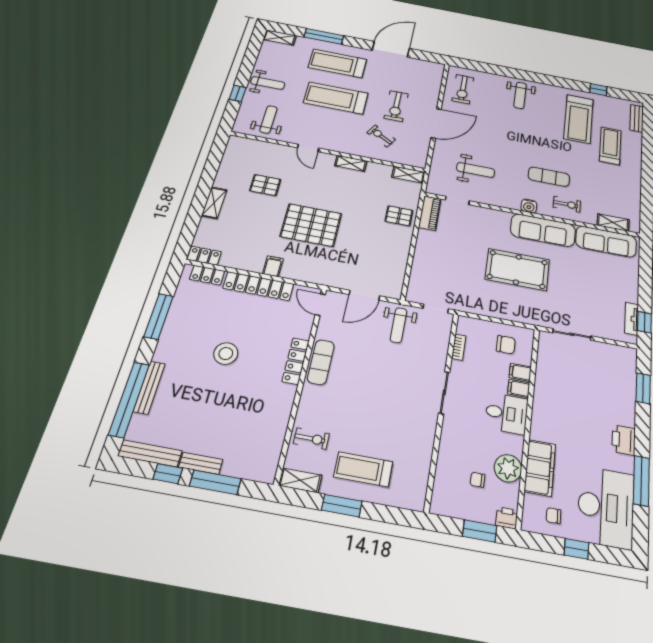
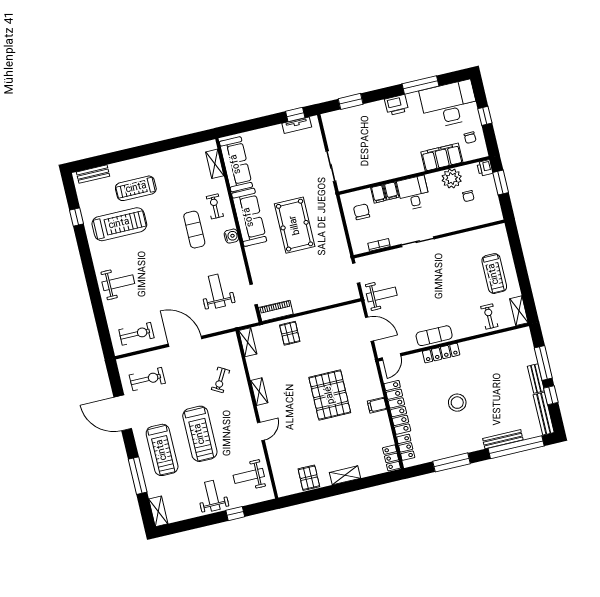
exercise bike: (396, 106) -> (147, 379), moved
pallet: (265, 185) -> (309, 478), moved
window: (342, 506) -> (523, 277), removed

